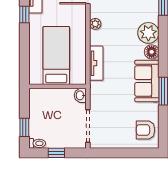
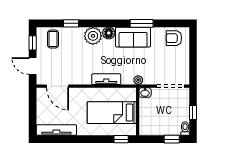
window: (24, 14) -> (121, 139), moved
plant: (95, 24) -> (138, 80), moved
tv unit: (96, 63) -> (106, 79), moved
armchair: (146, 130) -> (174, 38), turned 90

